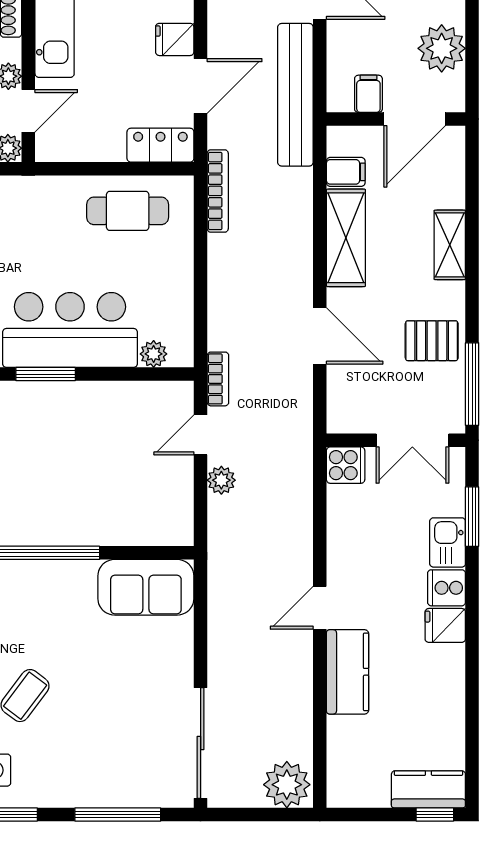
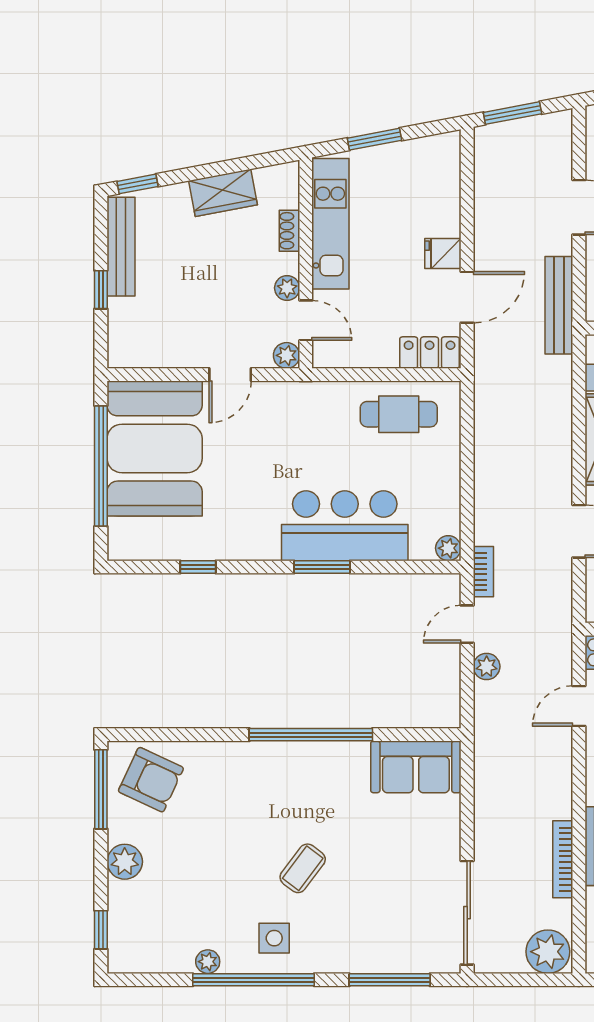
bench: (295, 95) -> (559, 305), width x0.73, depth x0.82
door: (28, 111) -> (306, 320), hinge flipped
bookcase: (218, 191) -> (563, 859), moved, turned 180
plant: (154, 354) -> (448, 548), moved
door: (320, 608) -> (579, 706), moved

